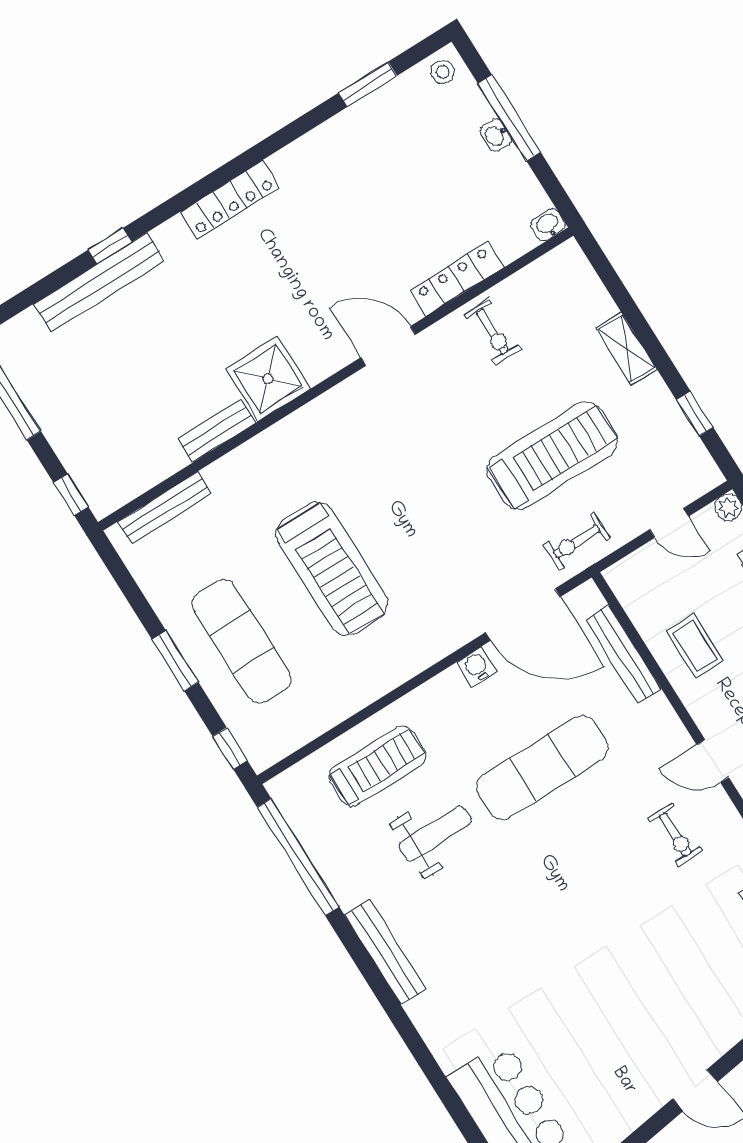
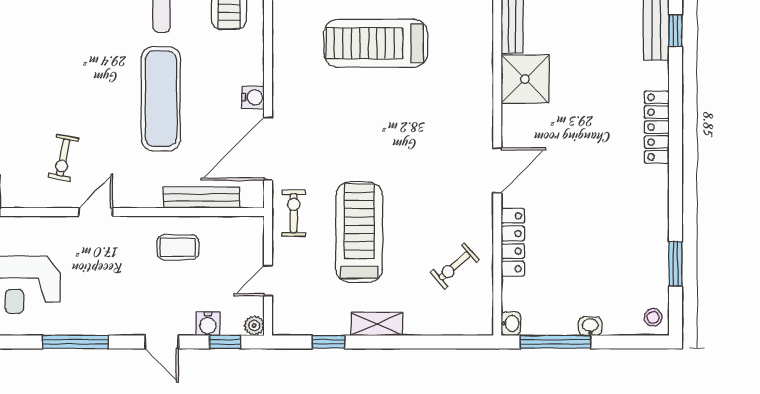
window: (509, 118) -> (555, 342), moved
exercise bike: (492, 332) -> (455, 266), moved, turned -41
shelving: (626, 349) -> (377, 324), moved
treadmill: (552, 456) -> (359, 232), turned 180
exercise bike: (675, 835) -> (63, 158), turned -79

